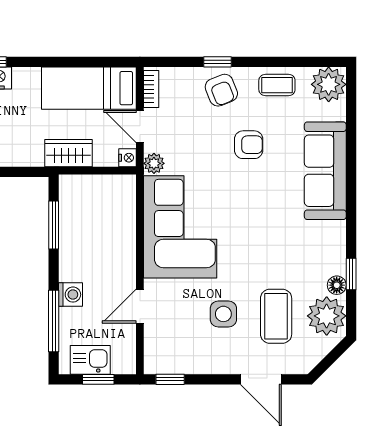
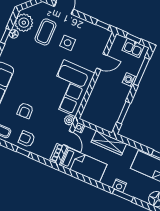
armchair: (221, 90) -> (27, 139), turned -68
armchair: (249, 145) -> (25, 111), turned -92
wardrobe: (69, 153) -> (109, 143), width x1.50

